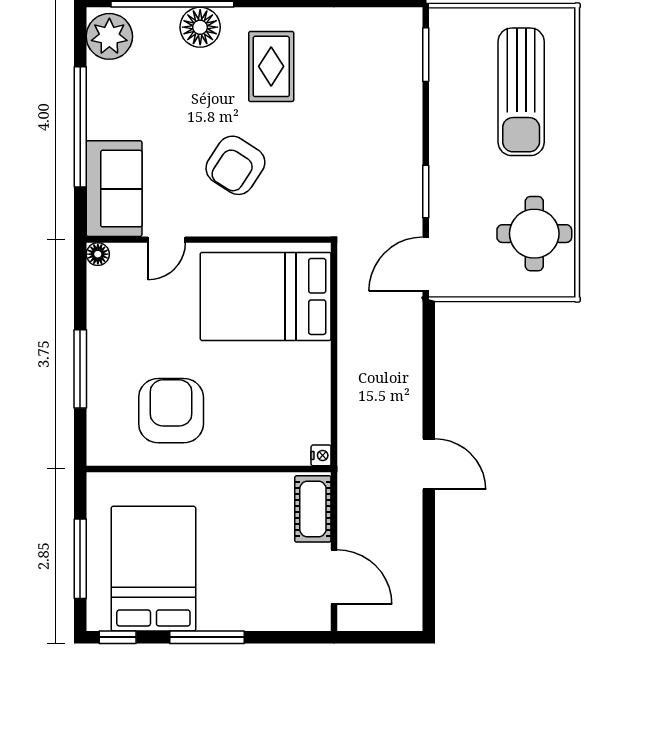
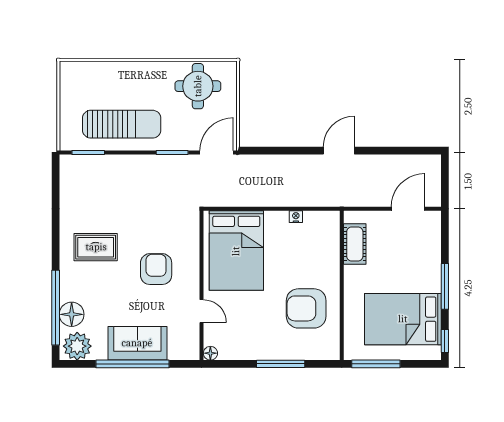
floor lamp: (200, 27) -> (72, 314), moved
sun lounger: (521, 92) -> (122, 124), moved
armchair: (235, 165) -> (156, 269), turned -123
sofa: (114, 189) -> (137, 343), moved
door: (426, 264) -> (217, 153), swing flipped
nightstand: (321, 455) -> (296, 217), moved
cot: (313, 509) -> (355, 244), moved, turned 90
window: (80, 559) -> (376, 364), moved

